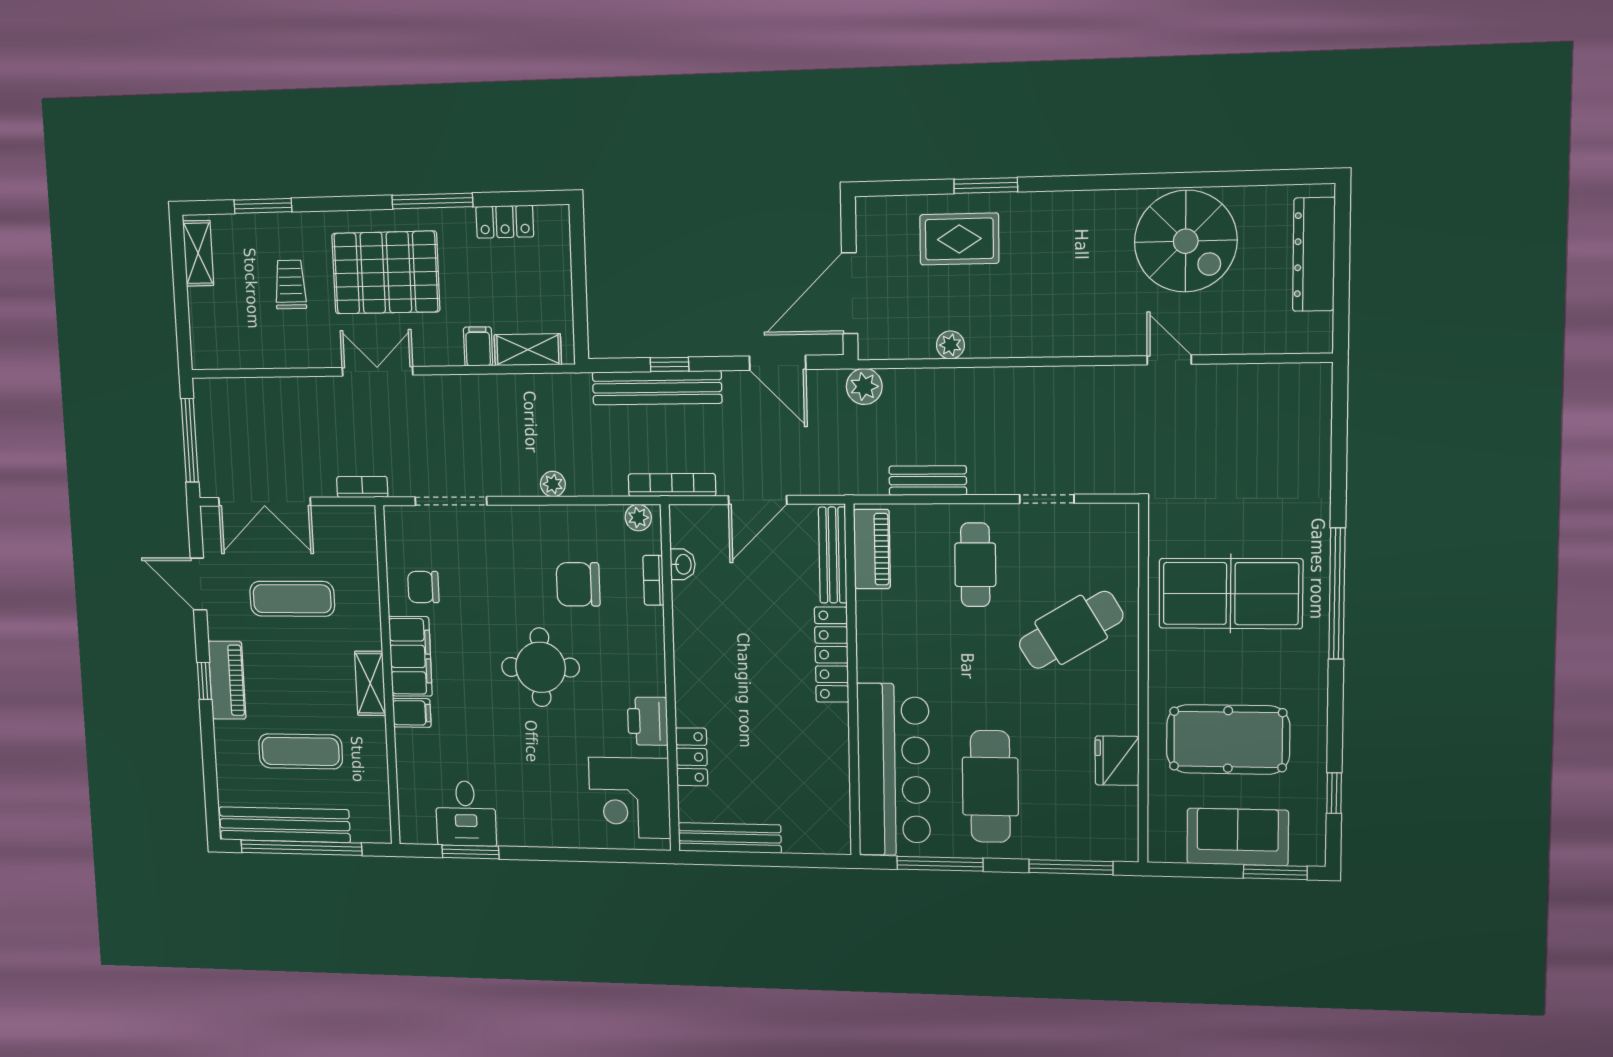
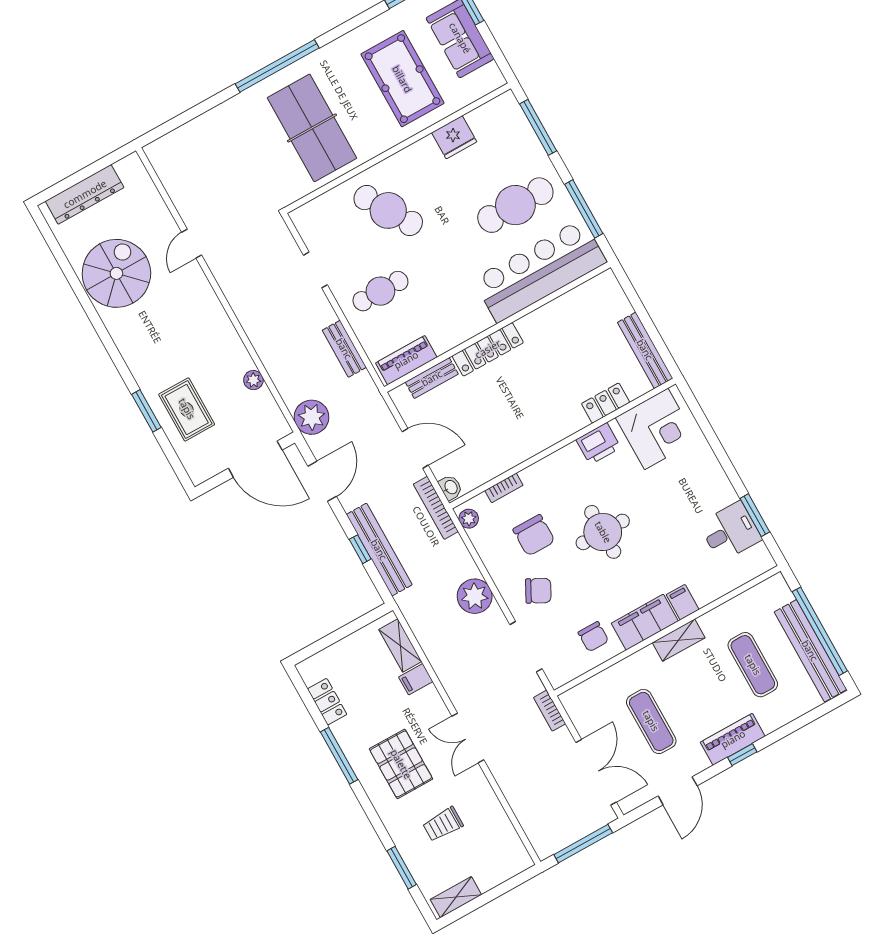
pallet: (386, 273) -> (401, 764), width x0.73, depth x0.71
plant: (864, 386) -> (312, 417), width x1.36, depth x1.36
plant: (553, 484) -> (475, 596), width x1.87, depth x1.87
chair: (510, 553) -> (538, 591), added
bench: (833, 555) -> (432, 378), width x0.73
washbasin: (683, 564) -> (451, 487), moved, turned 90

